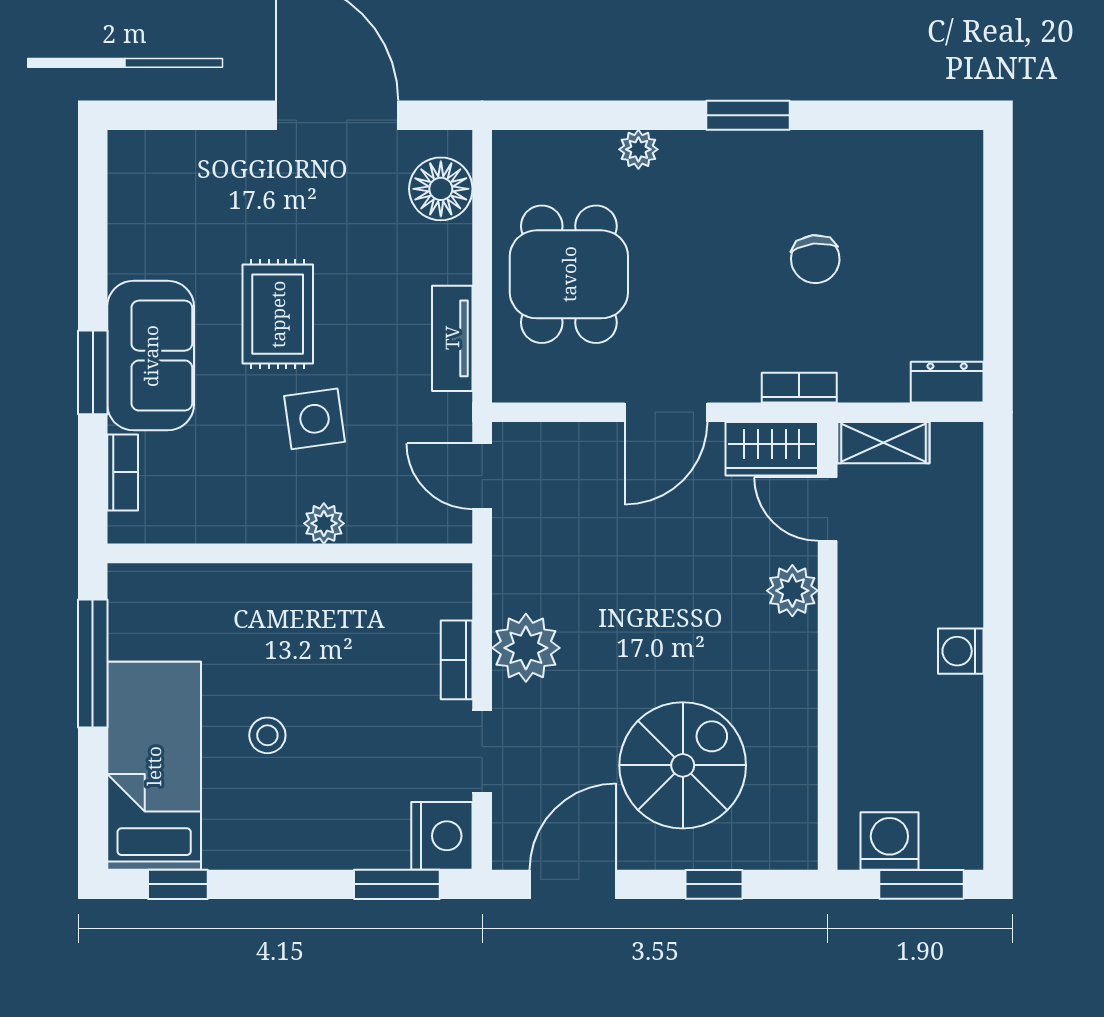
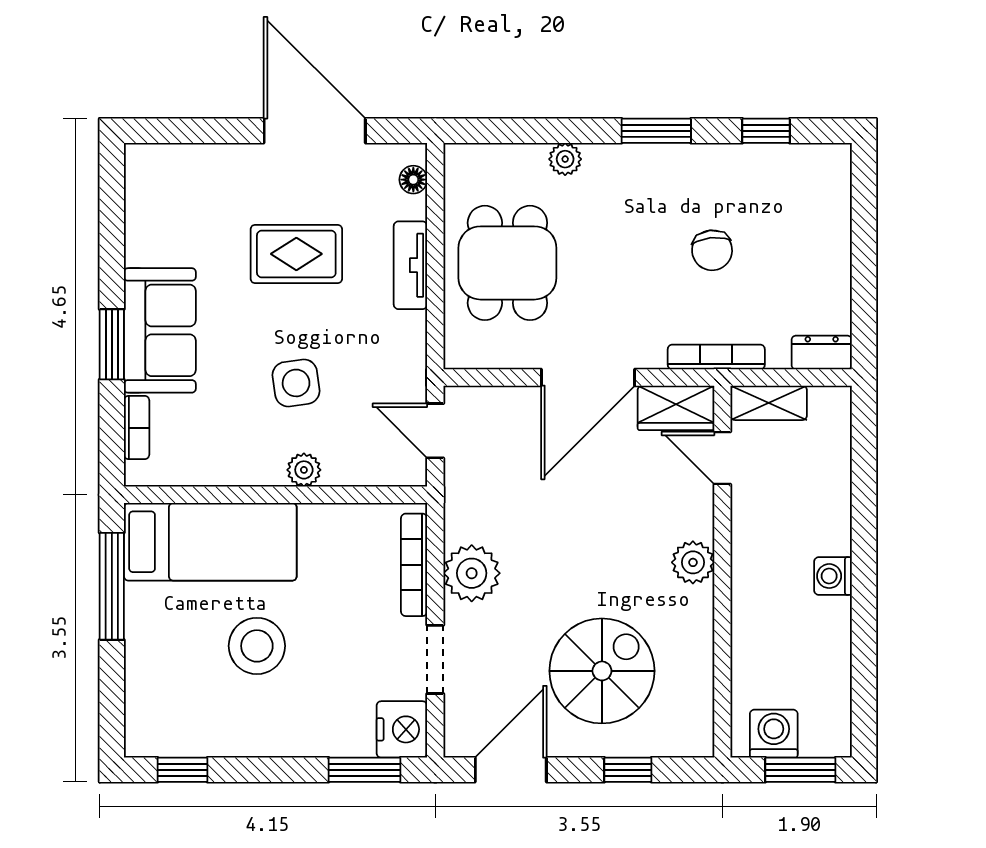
window: (880, 115) -> (766, 131), added
floor lamp: (441, 189) -> (413, 180), width x0.53, depth x0.53
rug: (278, 314) -> (296, 254), moved, turned 90
tv unit: (452, 338) -> (410, 265), moved
bookcase: (799, 388) -> (716, 357), width x1.56
door: (666, 412) -> (588, 378), width x1.36
plant: (792, 591) -> (693, 562), moved
bookcase: (457, 660) -> (414, 565), width x1.56
stool: (267, 735) -> (257, 646), width x1.89, depth x1.89
bed: (154, 766) -> (210, 542), moved, turned 90

